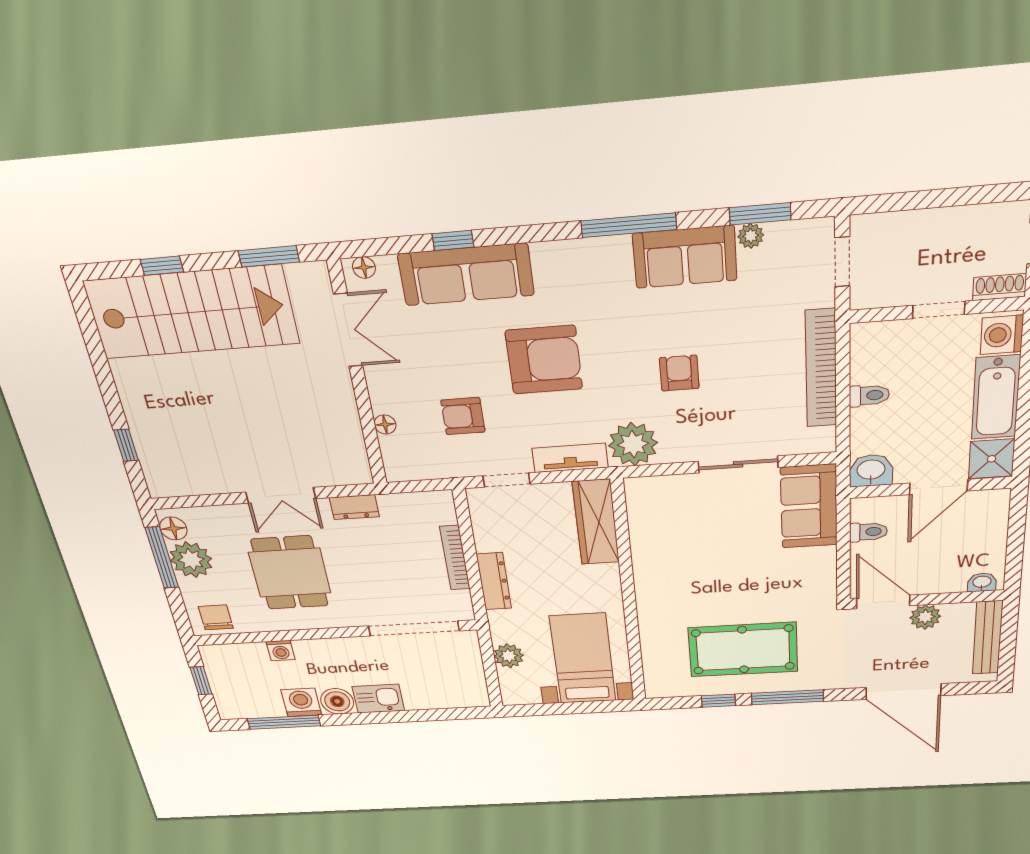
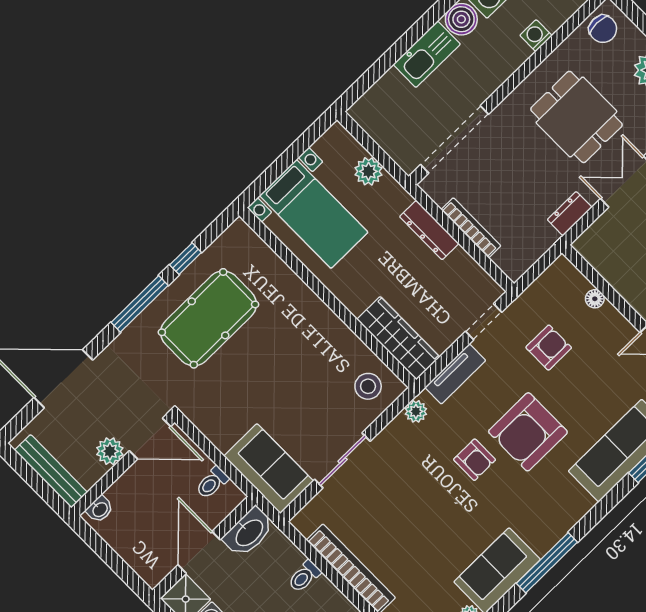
armchair: (679, 373) -> (475, 460), moved
plant: (633, 444) -> (416, 411), width x0.53, depth x0.53
washbasin: (871, 470) -> (249, 532), width x1.38
stool: (658, 505) -> (368, 386), added
kitchen sink: (378, 699) -> (427, 54), width x1.38

